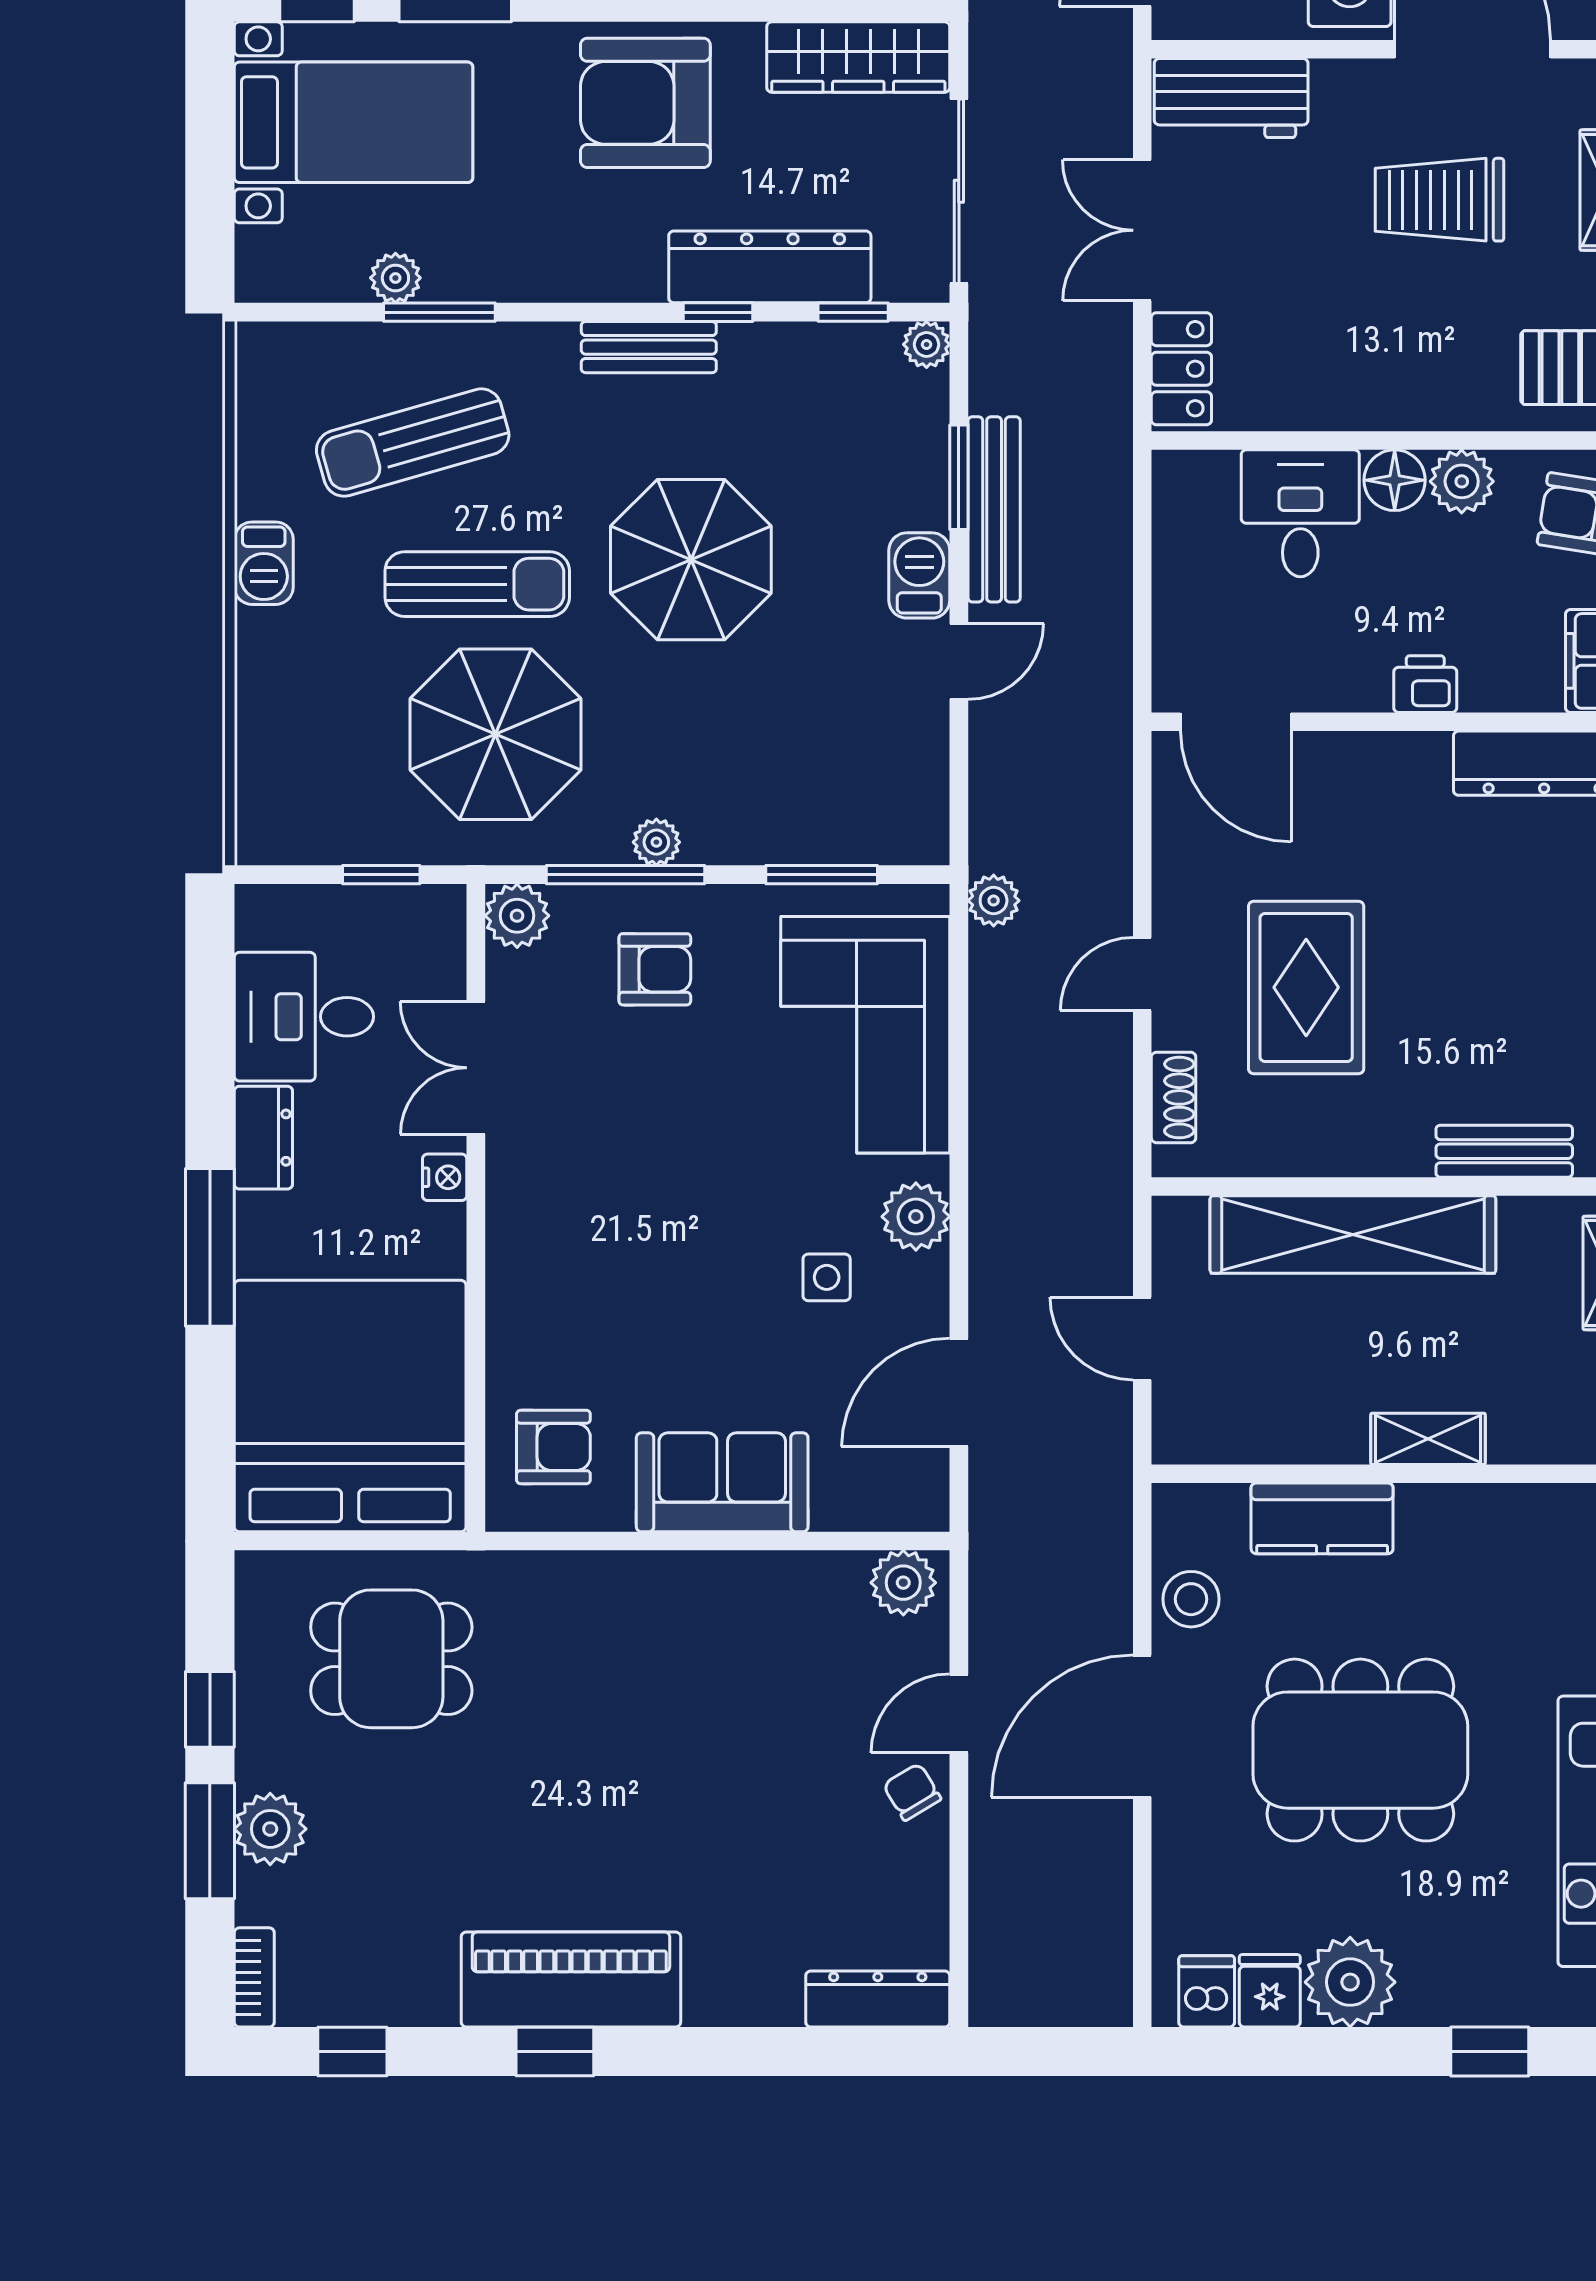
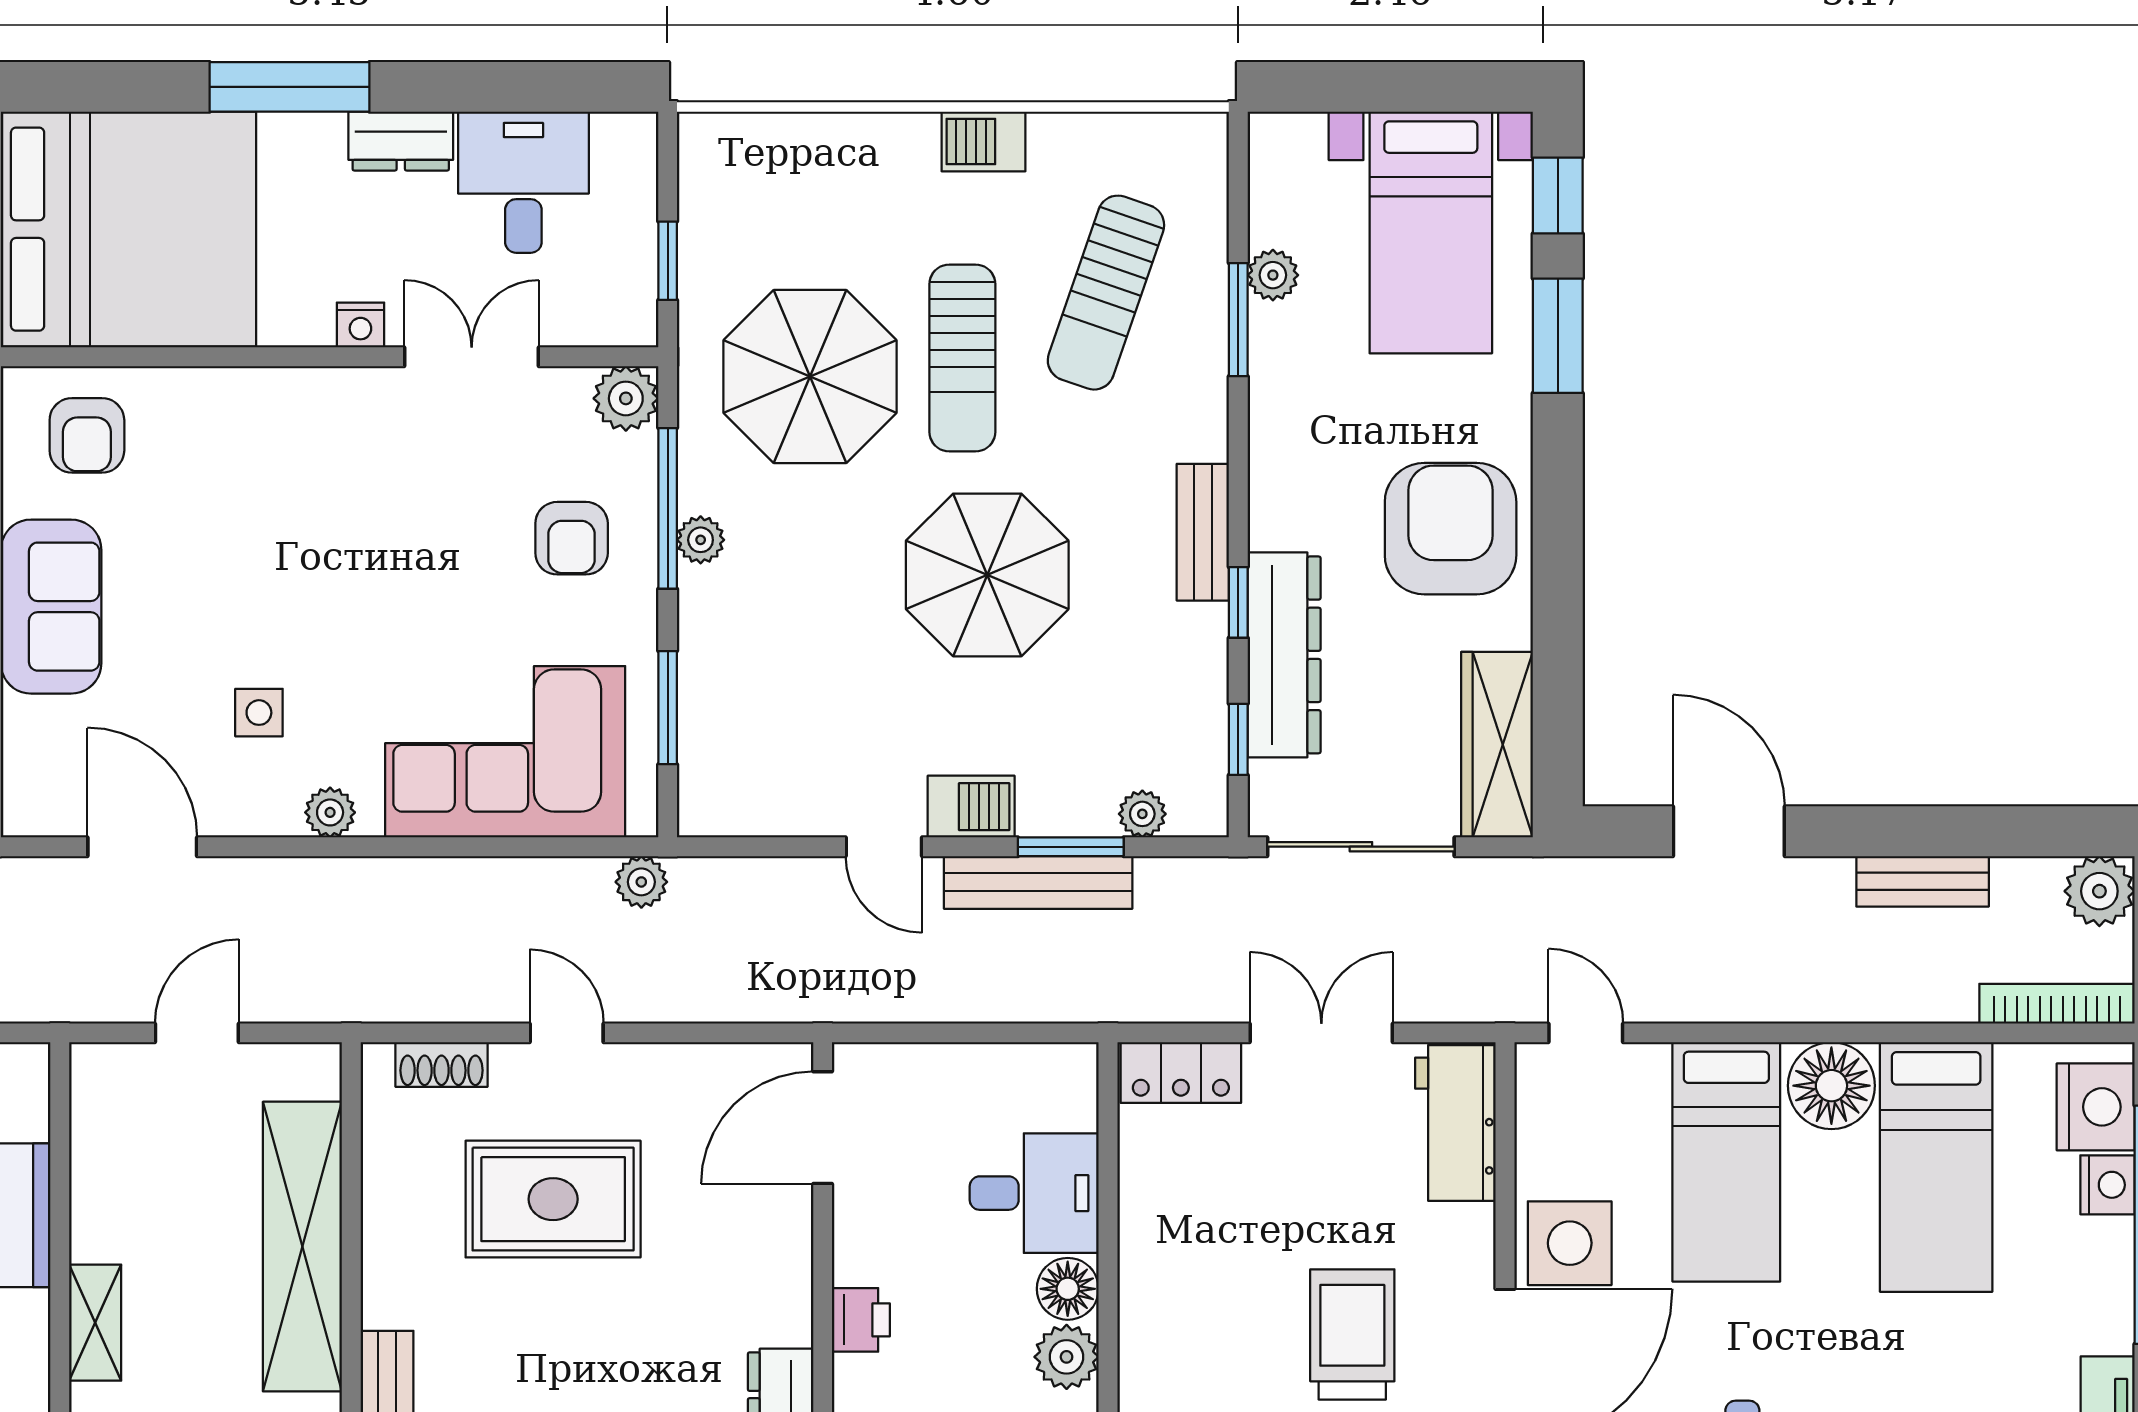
plant: (927, 344) -> (1142, 814), moved
sun lounger: (413, 443) -> (1106, 293), turned -145
plant: (916, 1217) -> (330, 812), width x0.73, depth x0.73

